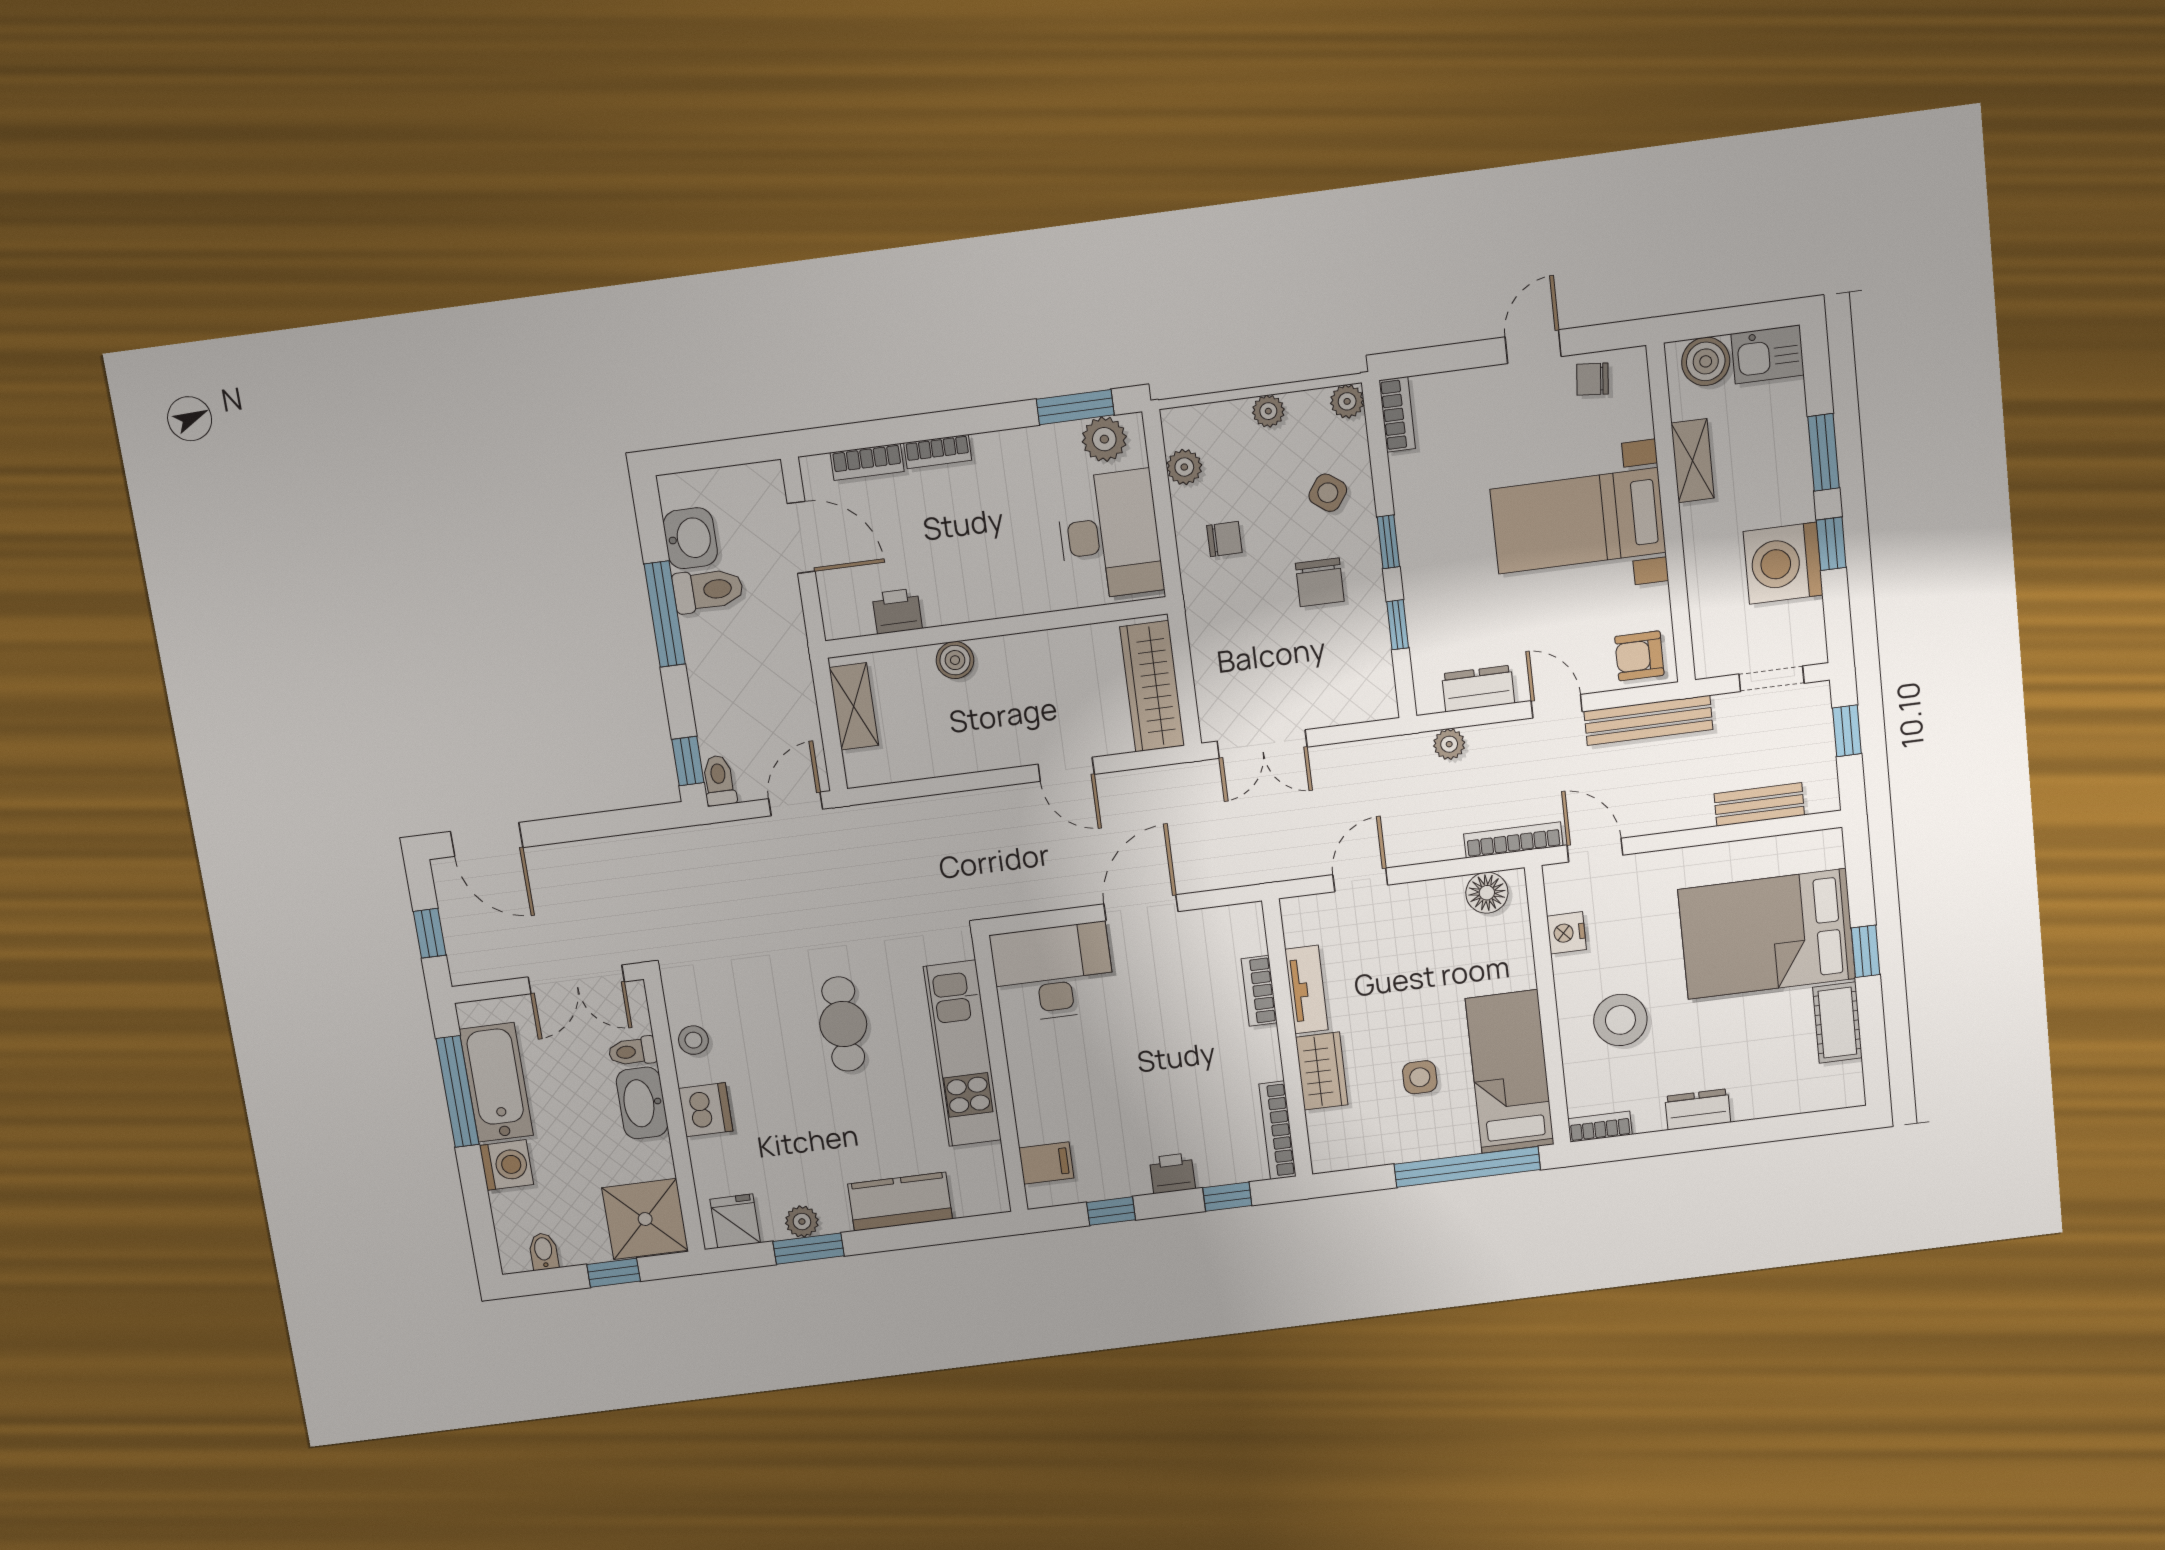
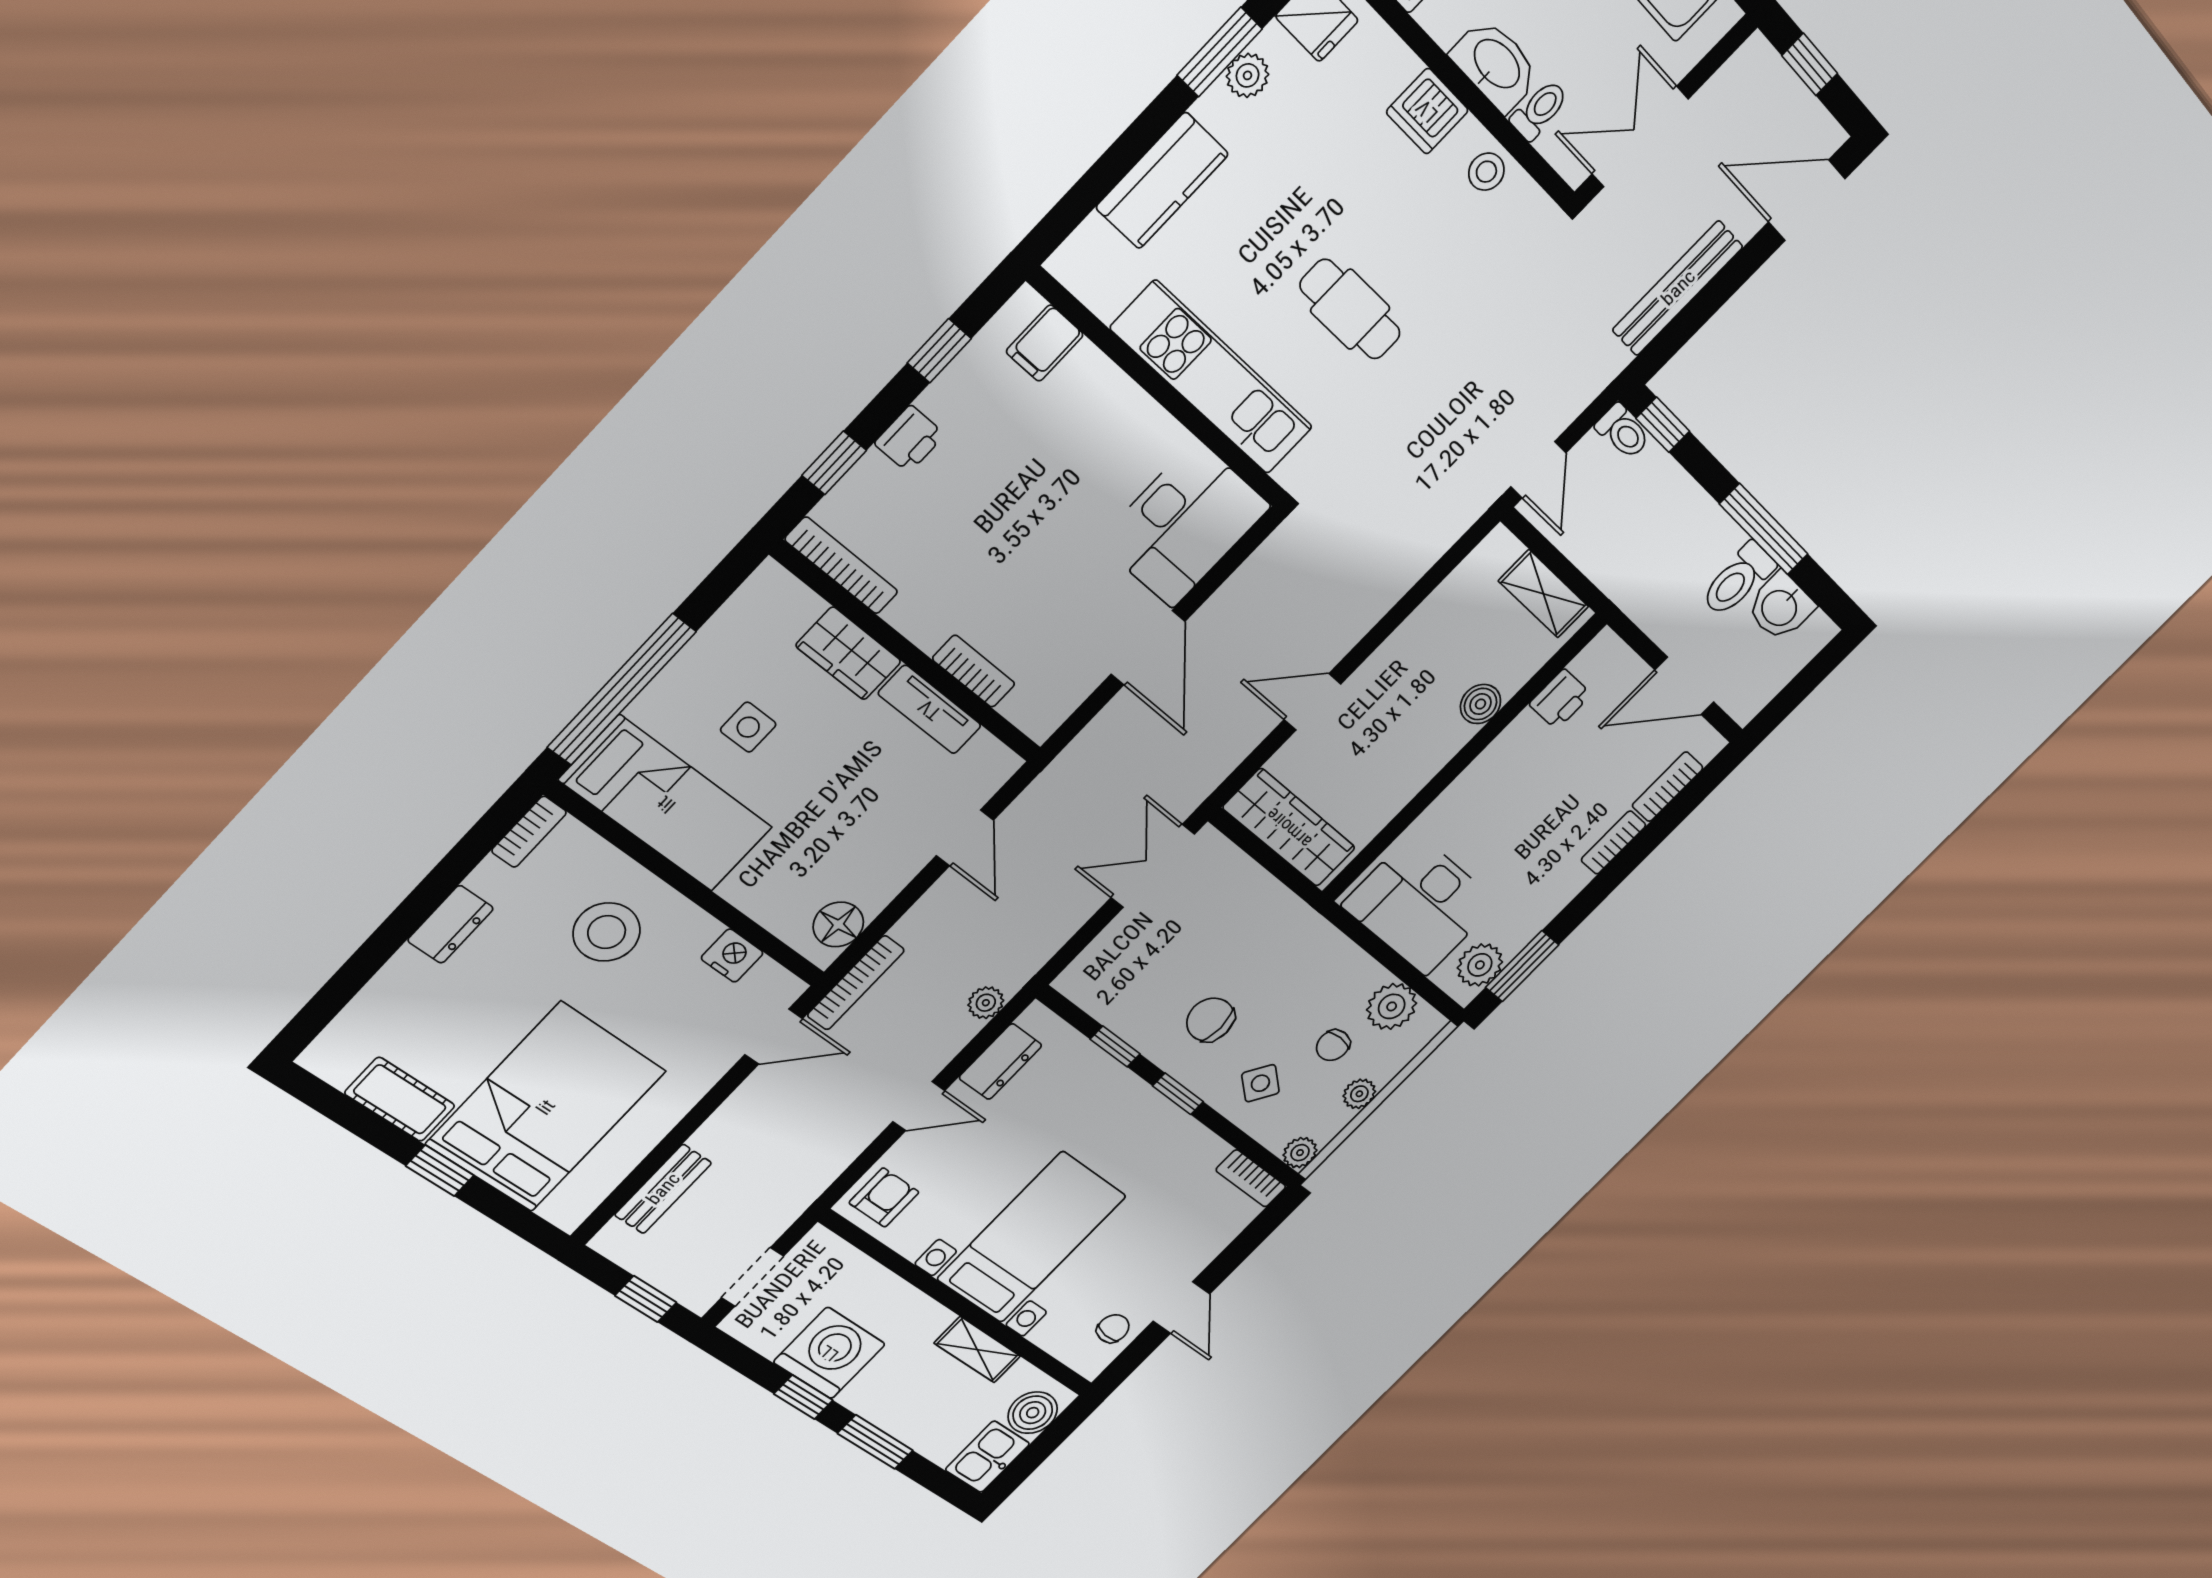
plant: (1184, 467) -> (1392, 1006), width x1.38, depth x1.38
chair: (1224, 539) -> (1333, 1045), moved
bench: (1648, 720) -> (1678, 288), moved

